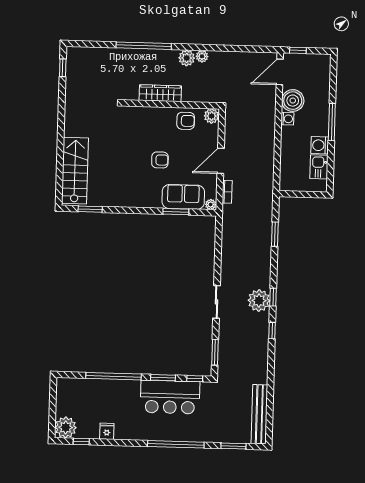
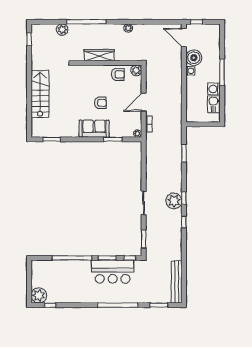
plant: (187, 58) -> (62, 30), moved
door: (280, 72) -> (184, 38), hinge flipped
stairs: (75, 171) -> (40, 94), moved
sofa: (183, 197) -> (94, 129), moved
fridge: (107, 431) -> (68, 297), removed

